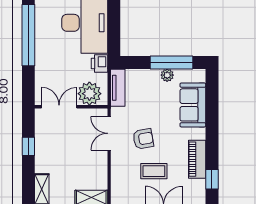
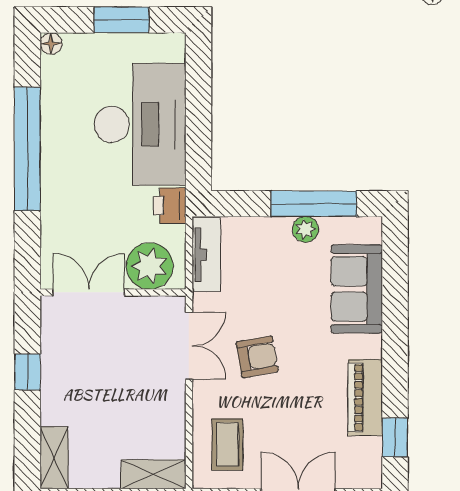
double door: (109, 133) -> (189, 346), swing flipped
coffee table: (154, 171) -> (227, 444), moved, turned 90

